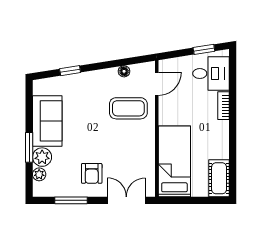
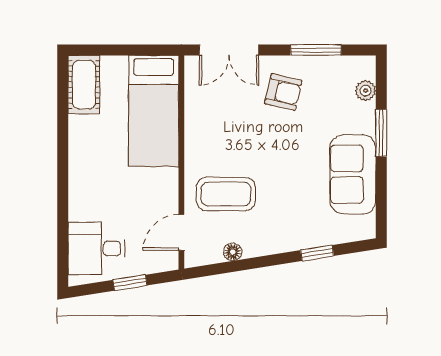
window: (204, 49) -> (130, 283), moved
bookcase: (224, 106) -> (77, 198), removed
plant: (42, 157) -> (361, 118), removed
armchair: (92, 173) -> (283, 92), turned 103

